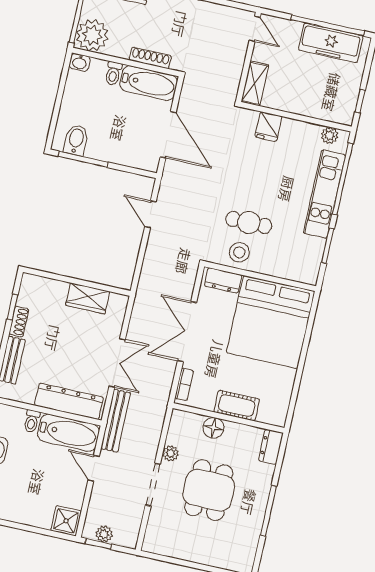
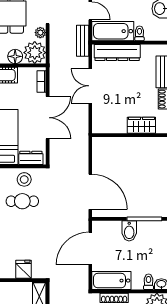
toilet: (113, 73) -> (149, 282), moved
door: (168, 135) -> (90, 249), hinge flipped
bidet: (76, 140) -> (129, 231), moved
door: (150, 214) -> (90, 192), width x1.87
wardrobe: (88, 298) -> (141, 125), moved
bench: (116, 421) -> (83, 41), width x0.73
plant: (185, 427) -> (35, 53), added

